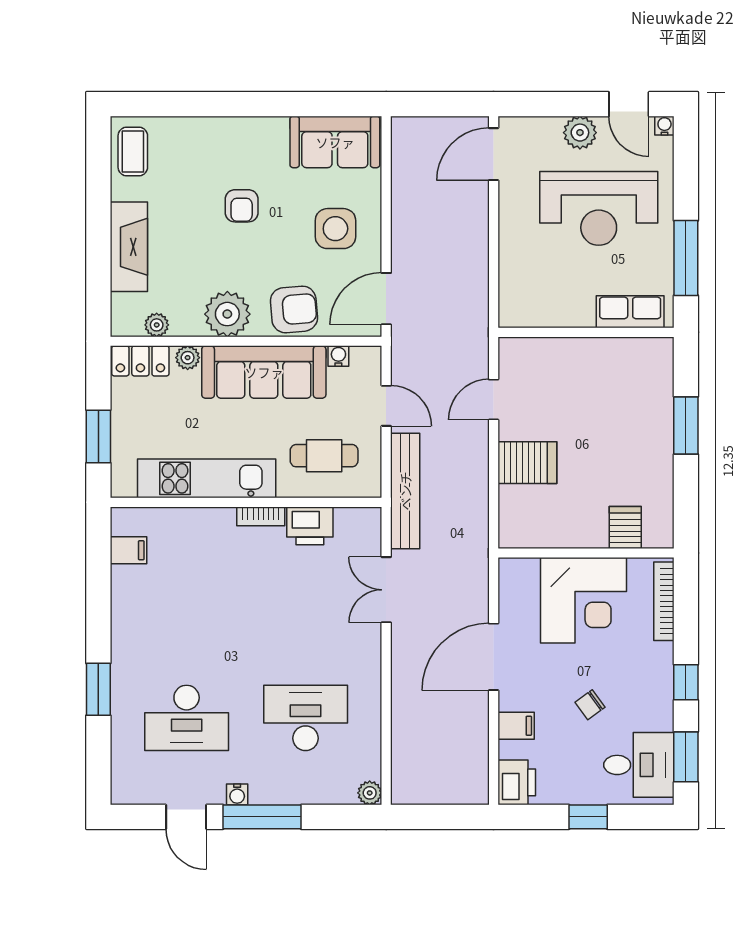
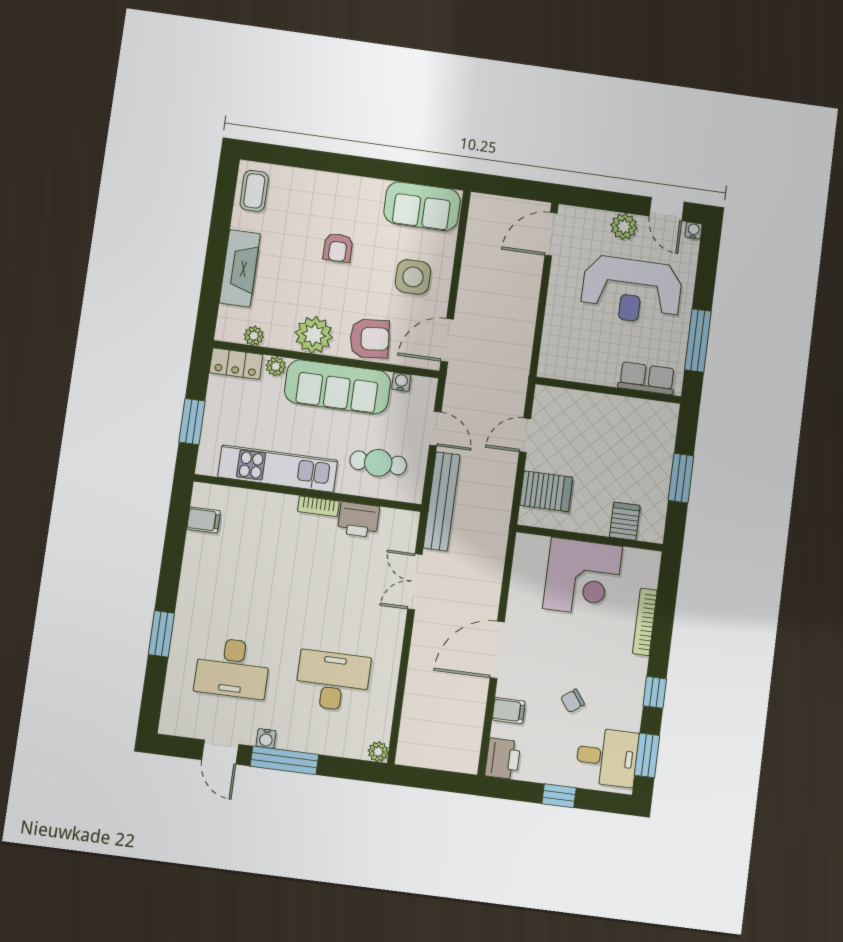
server rack: (625, 527) -> (625, 521), moved
wall: (586, 553) -> (590, 538), moved
corner desk: (584, 600) -> (583, 577), moved

